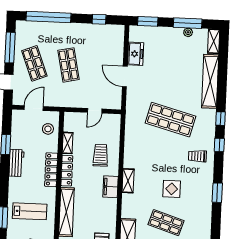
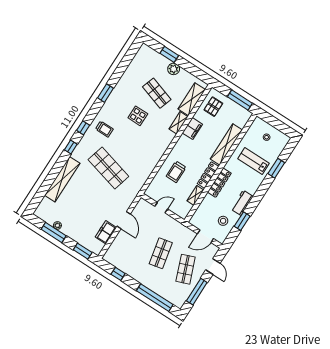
shelving: (214, 41) -> (42, 208), removed
stool: (48, 129) -> (223, 221), moved
shelving: (128, 181) -> (178, 123), moved
filing cabinet: (111, 187) -> (192, 129), moved

